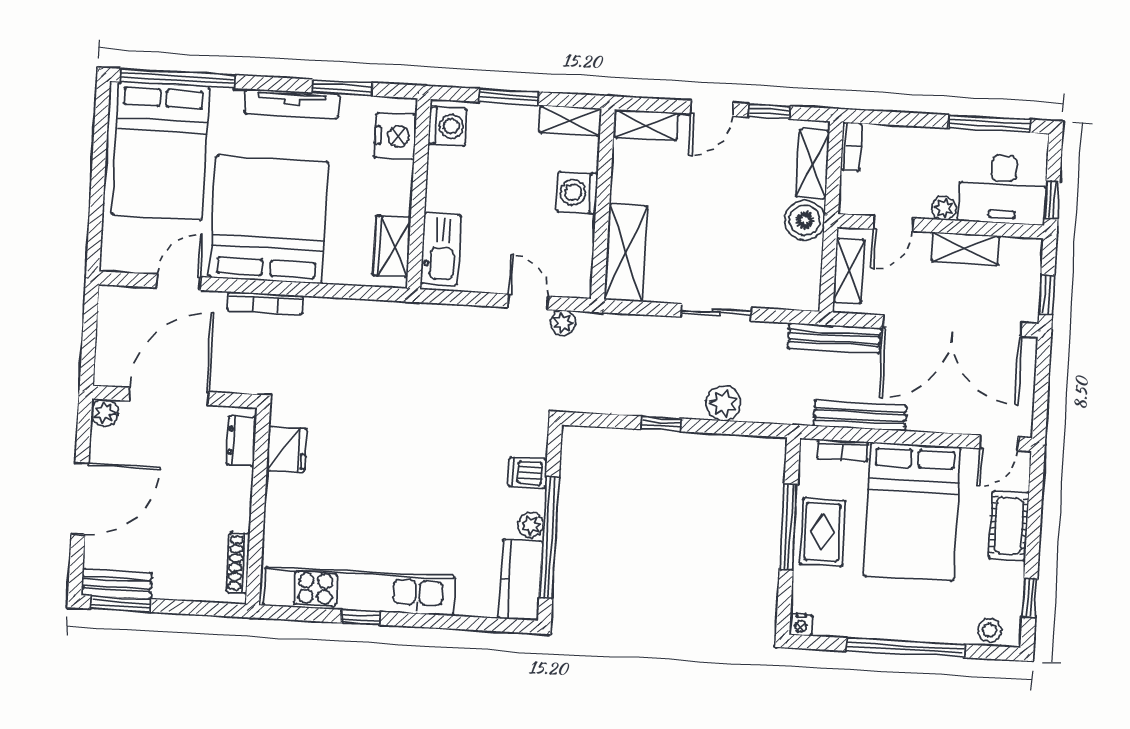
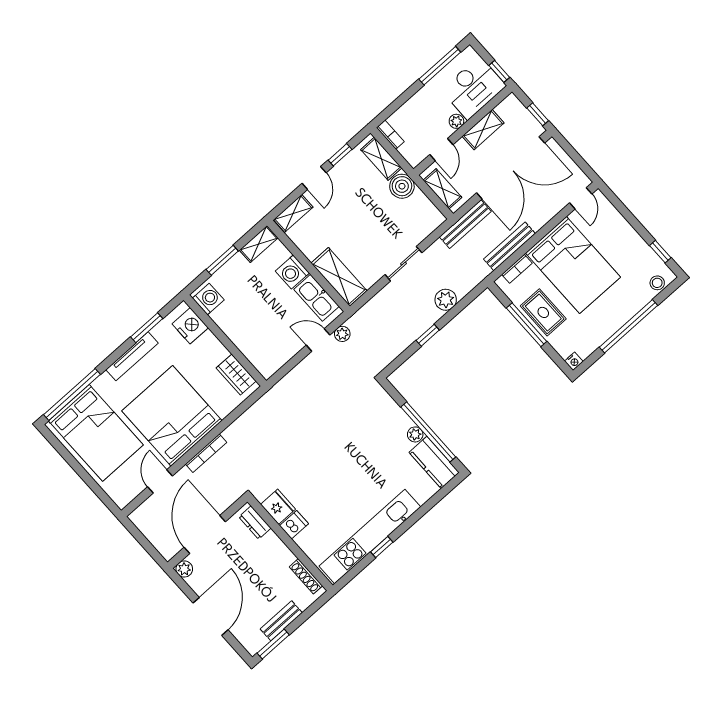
kitchen sink: (441, 249) -> (316, 298), moved, turned 180
dishwasher: (527, 473) -> (294, 525), moved, turned 180
cot: (1009, 526) -> (620, 230), removed
bench: (117, 584) -> (281, 621), moved

